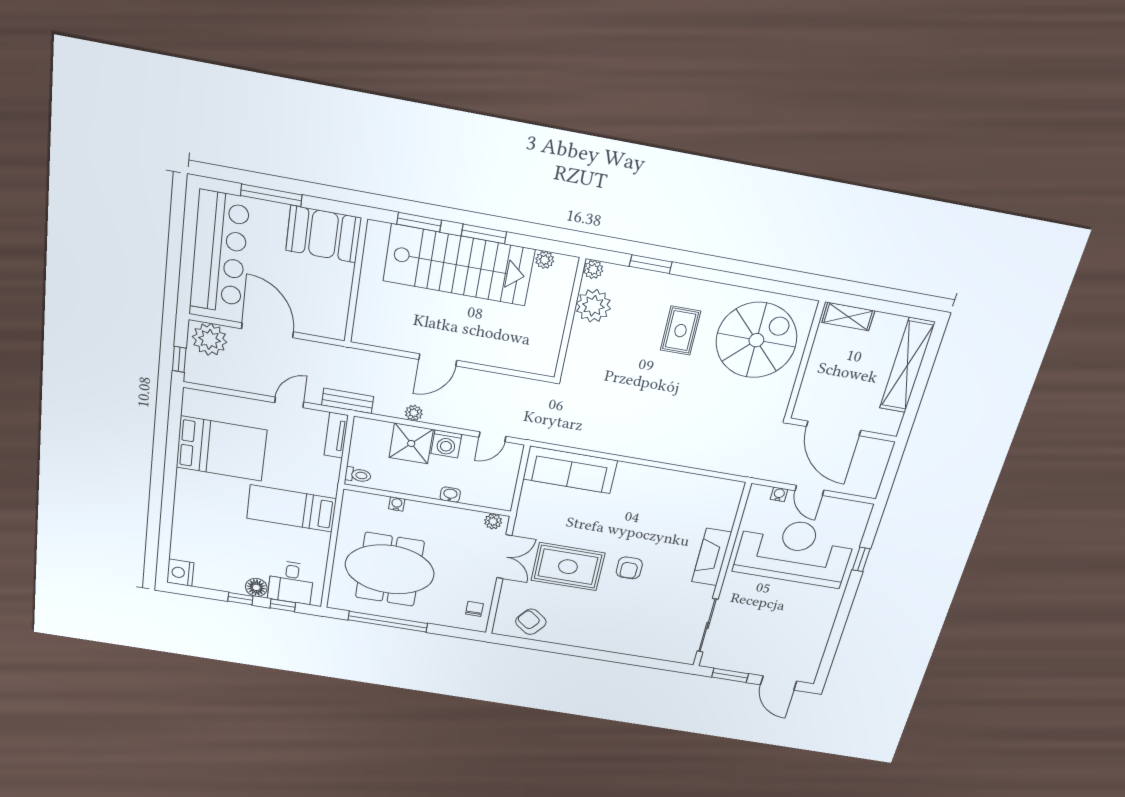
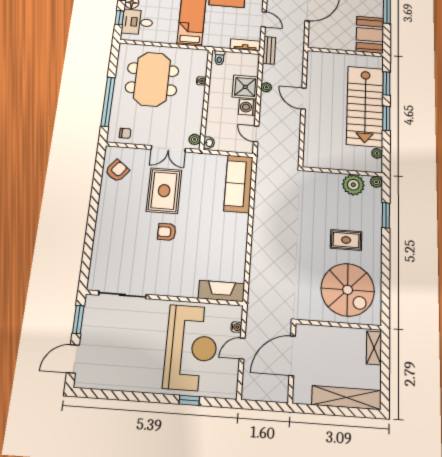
washbasin: (450, 495) -> (209, 143), moved
fireplace: (712, 557) -> (221, 291), moved
window: (388, 622) -> (108, 102), moved

